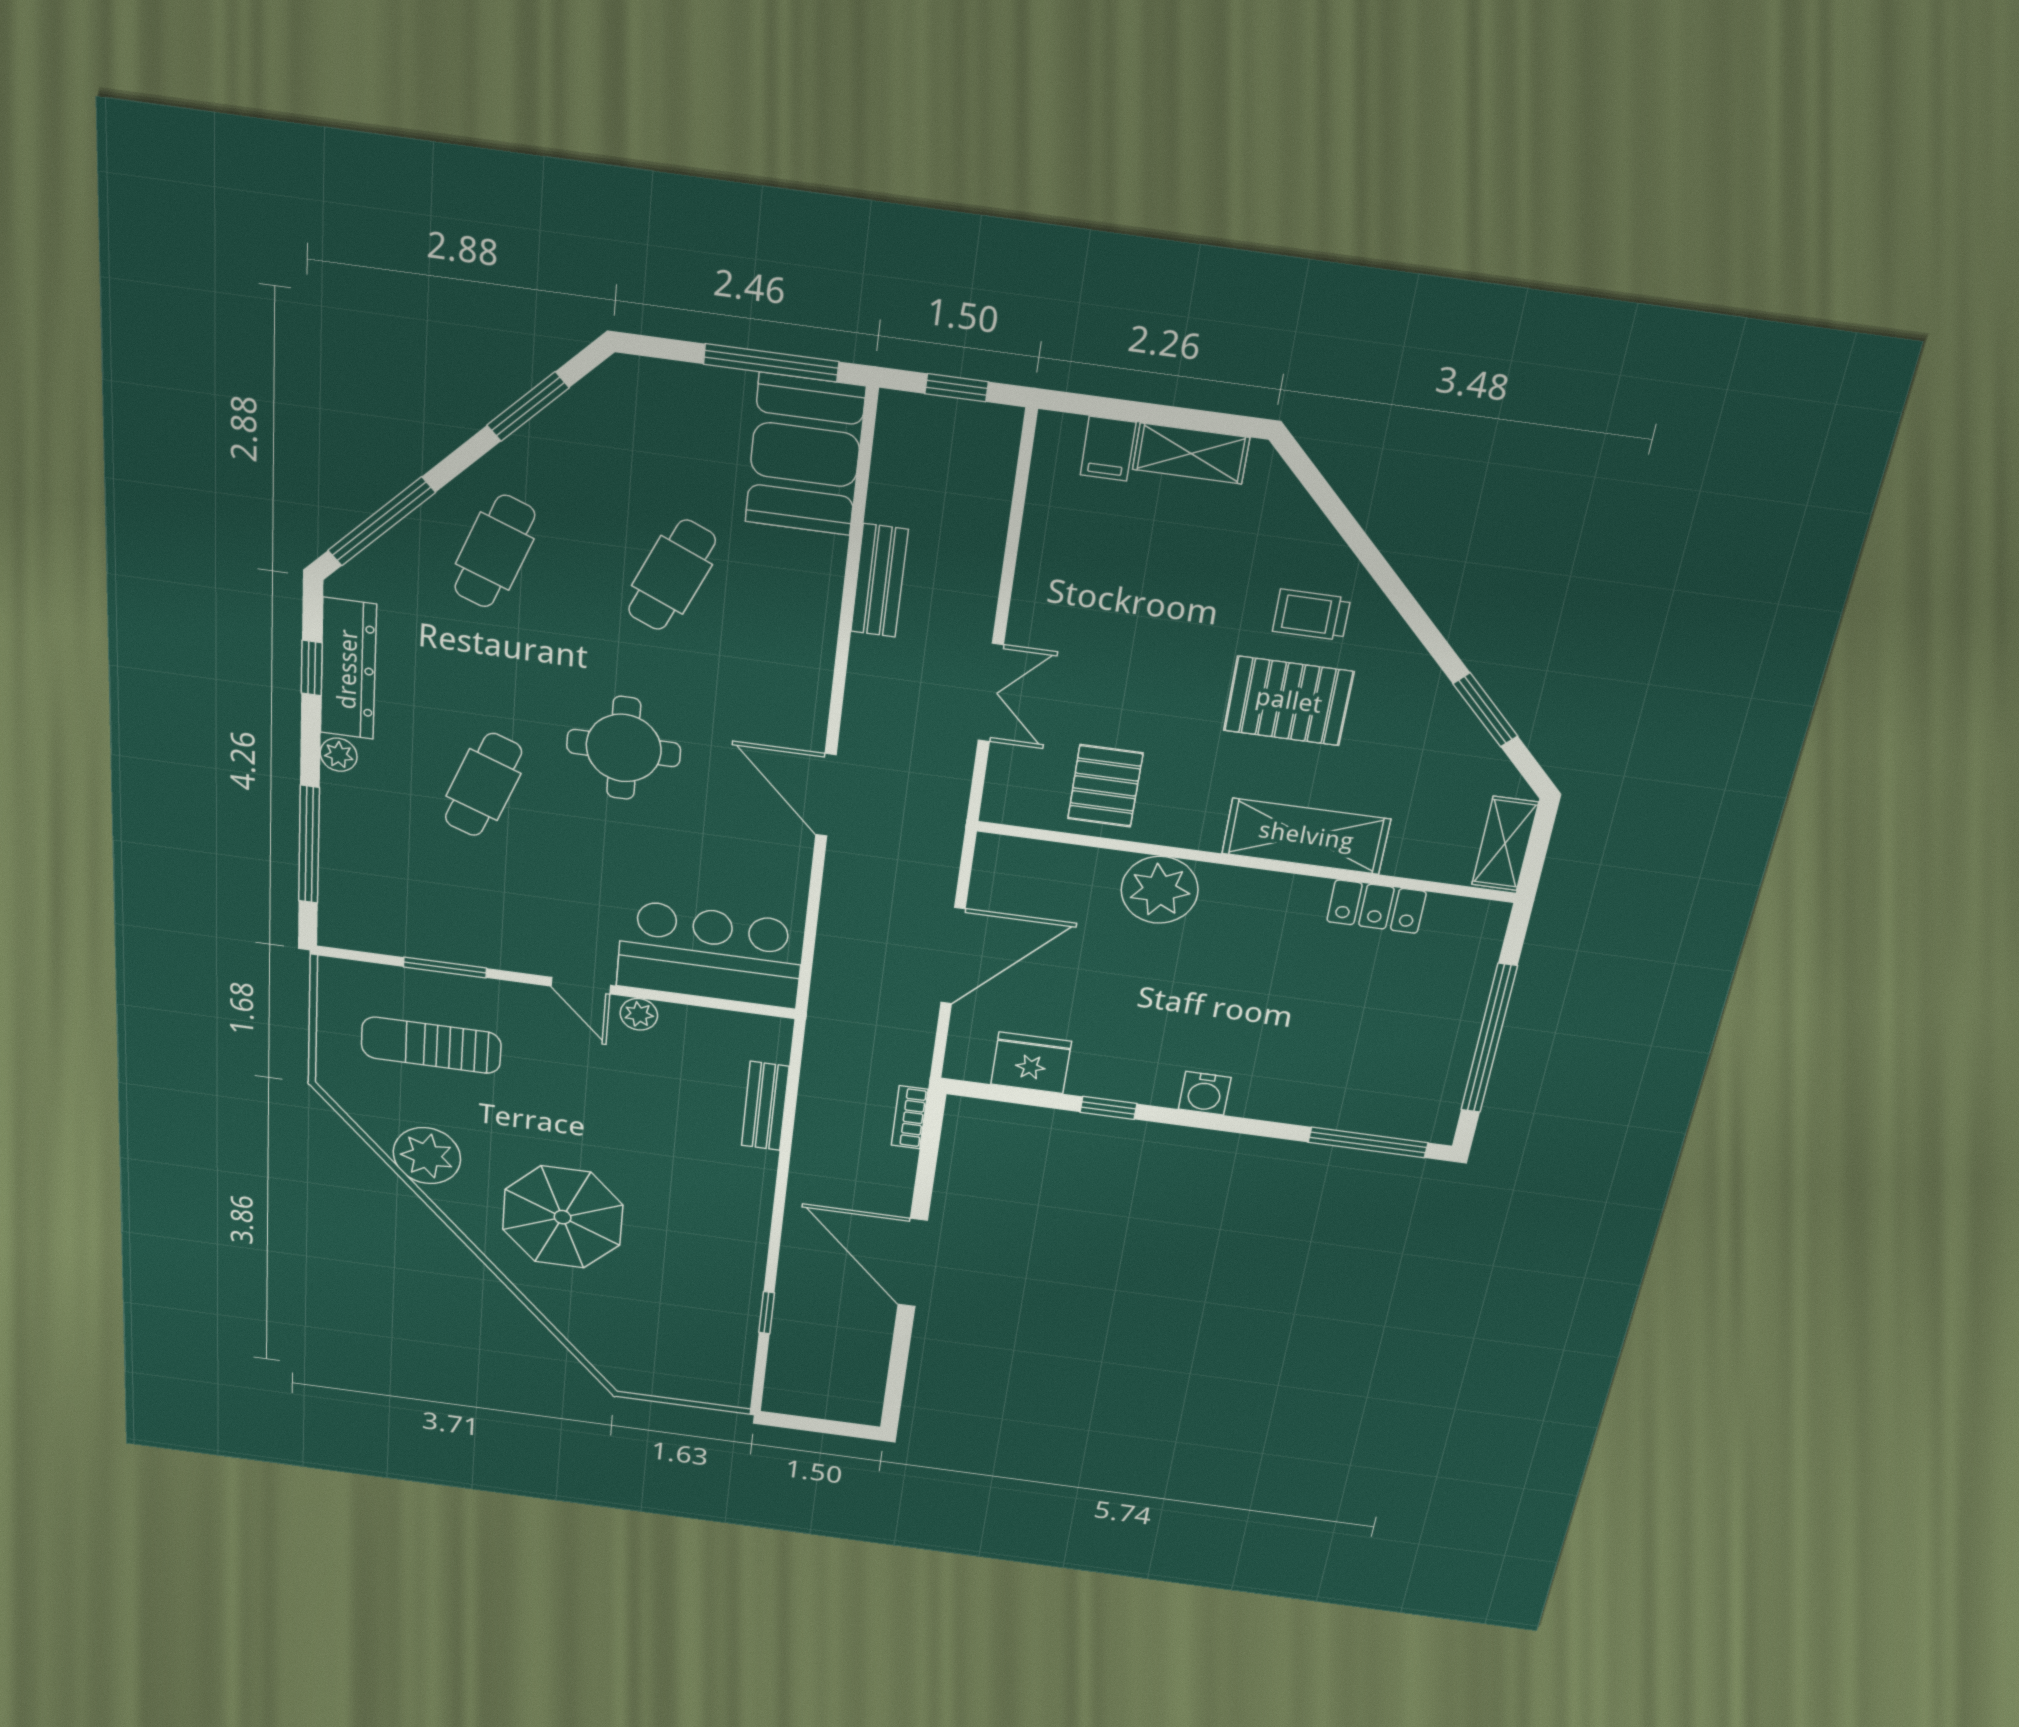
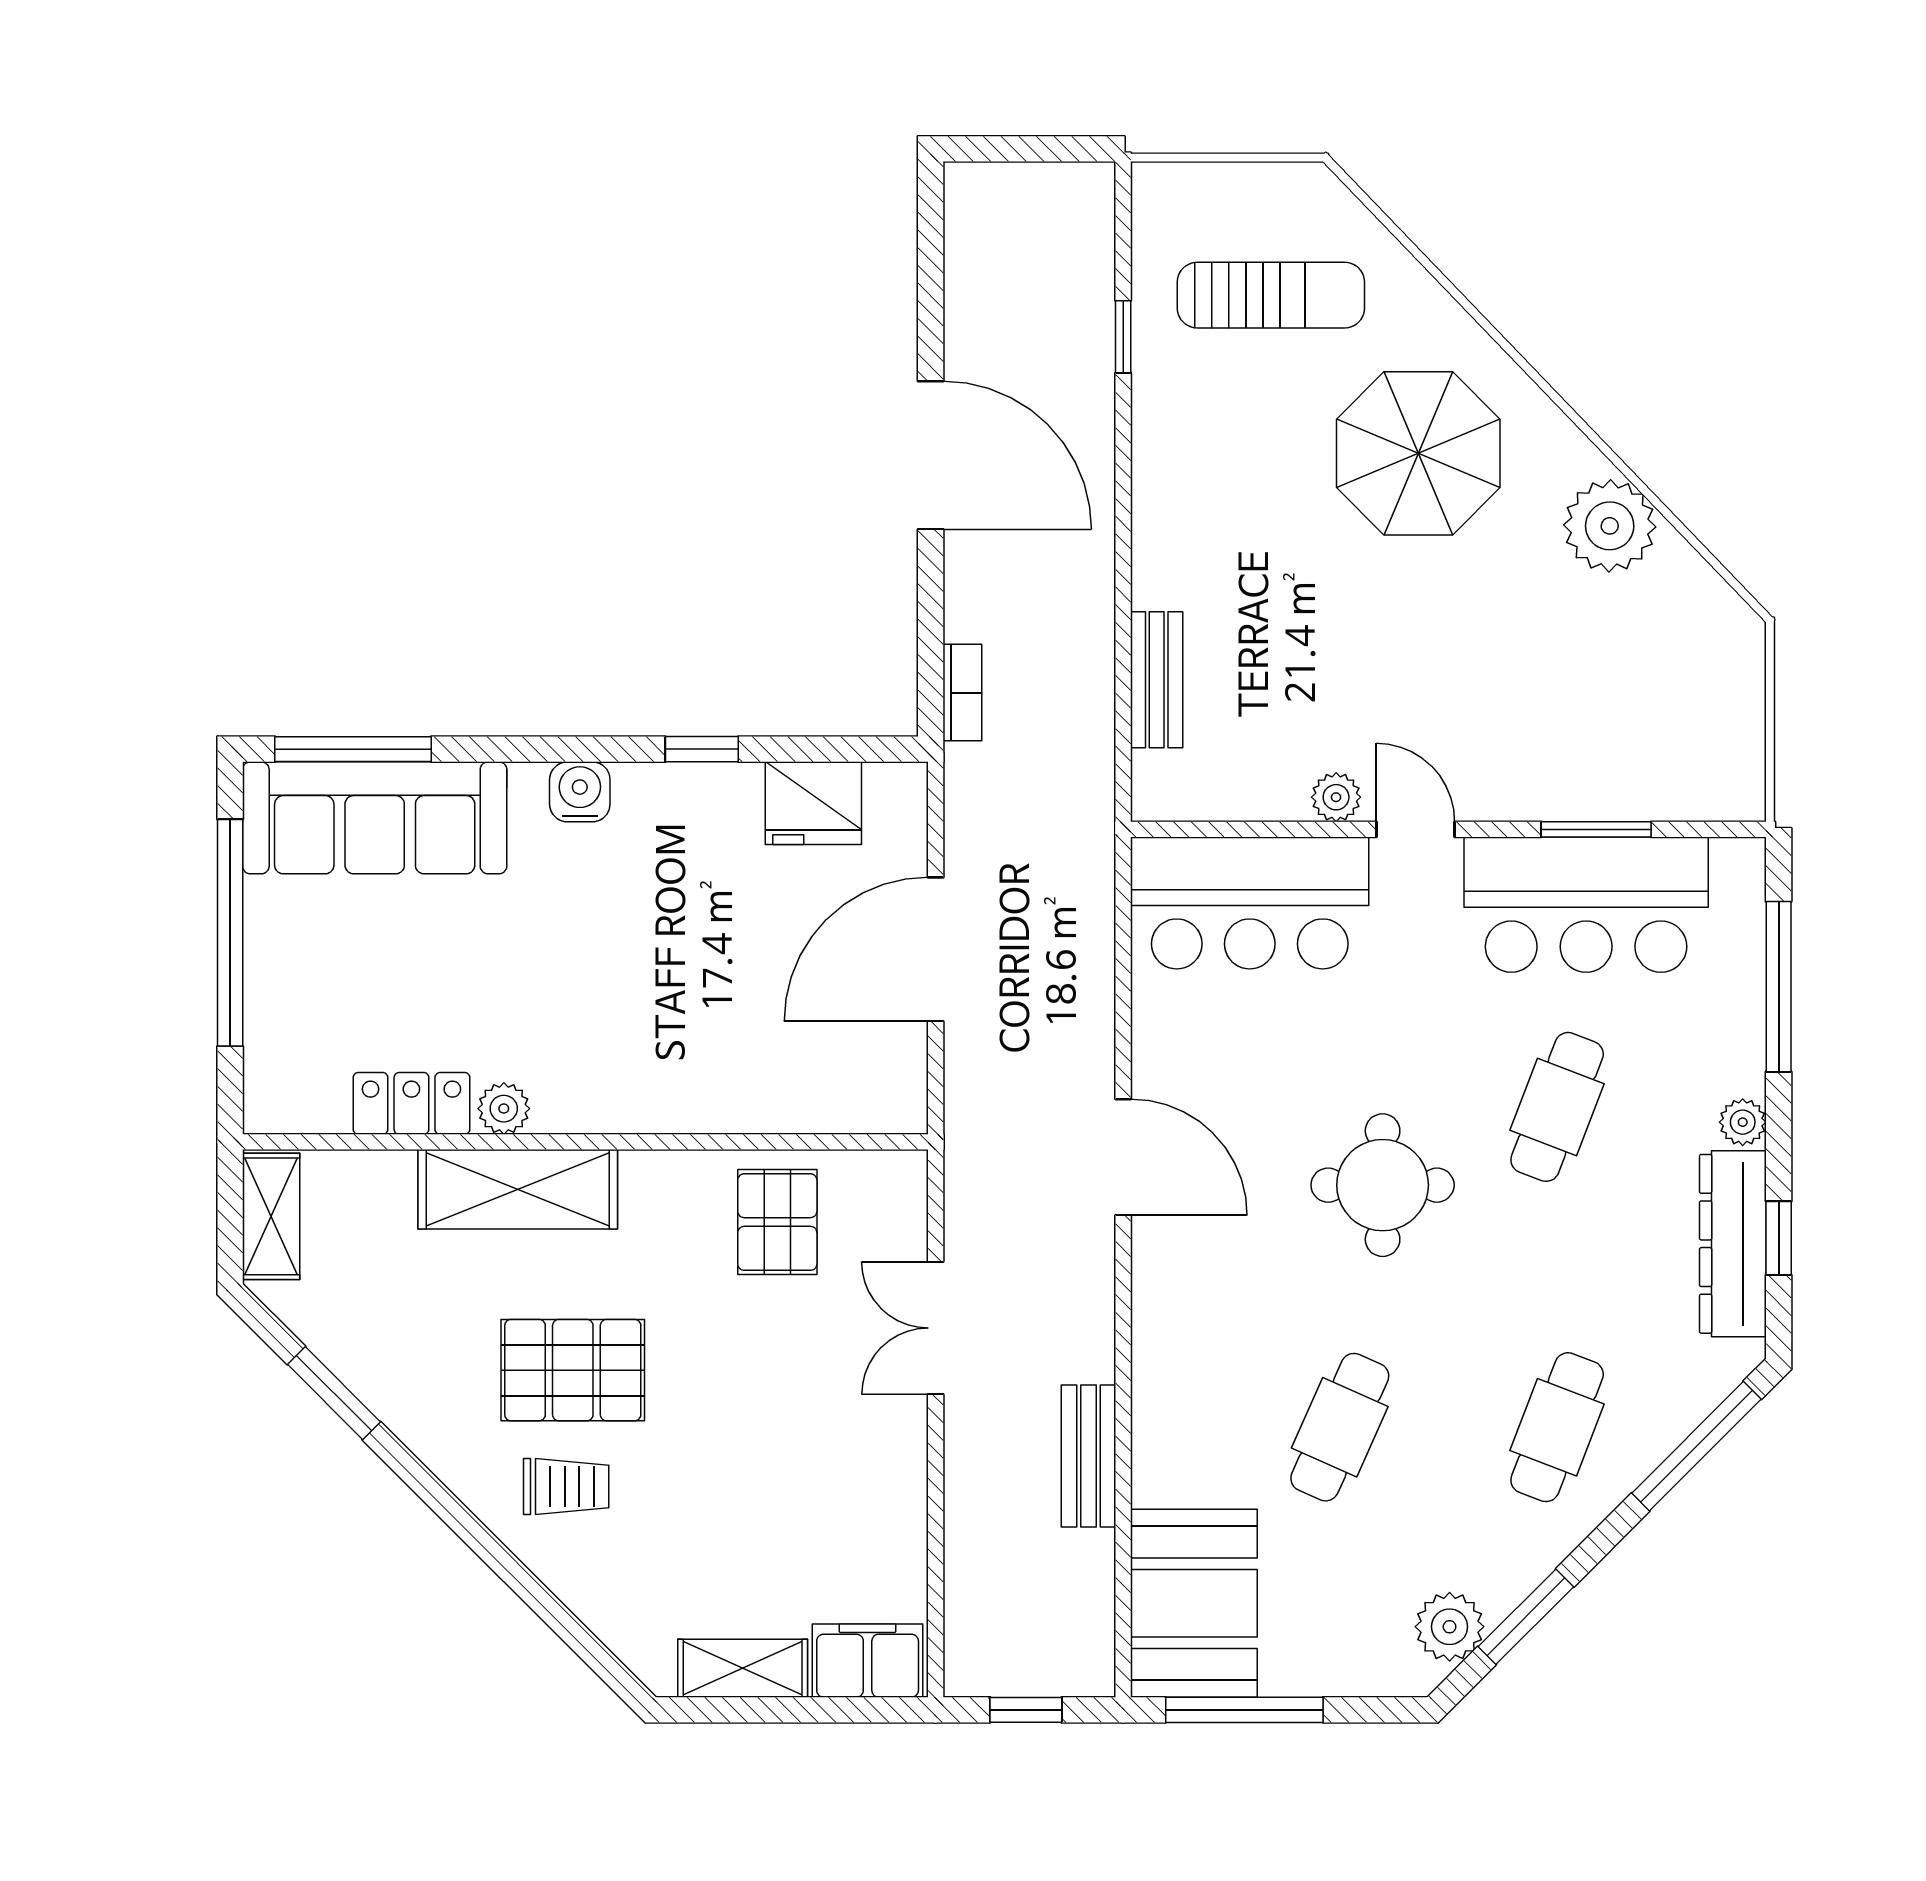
plant: (593, 407) -> (1450, 1627), added
filing cabinet: (1108, 449) -> (868, 1661), width x2.00
plant: (1160, 890) -> (504, 1109), moved, width x0.53, depth x0.53
bar counter: (455, 919) -> (1586, 905), added
sun lounger: (431, 1045) -> (1271, 295), moved
sofa: (1362, 1097) -> (375, 818), added

